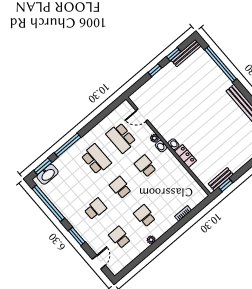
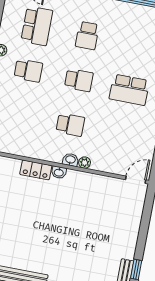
window: (155, 70) -> (142, 236), removed
door: (142, 115) -> (136, 180), moved
school desk: (121, 138) -> (121, 134), removed
school desk: (120, 237) -> (37, 26), width x1.85

